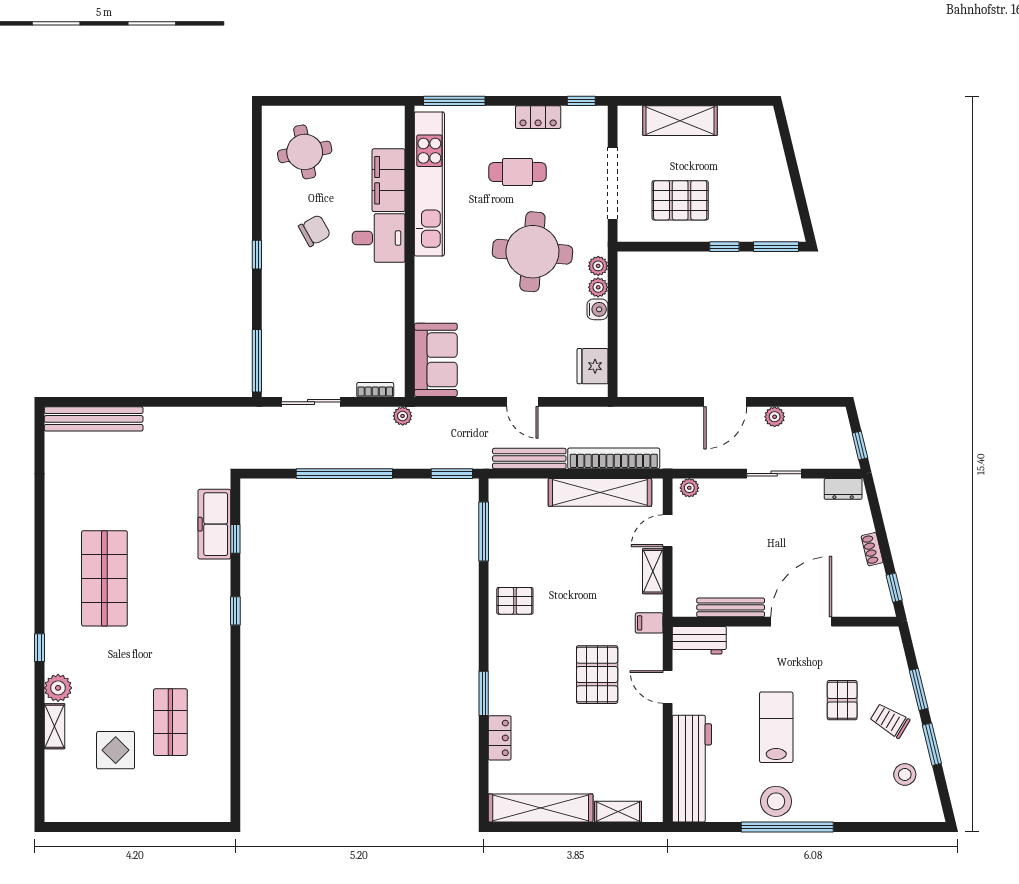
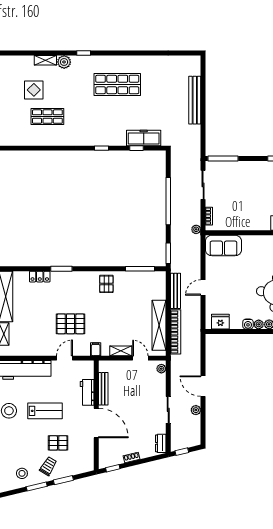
bench: (94, 419) -> (195, 100), moved
workbench: (699, 640) -> (87, 392), moved

